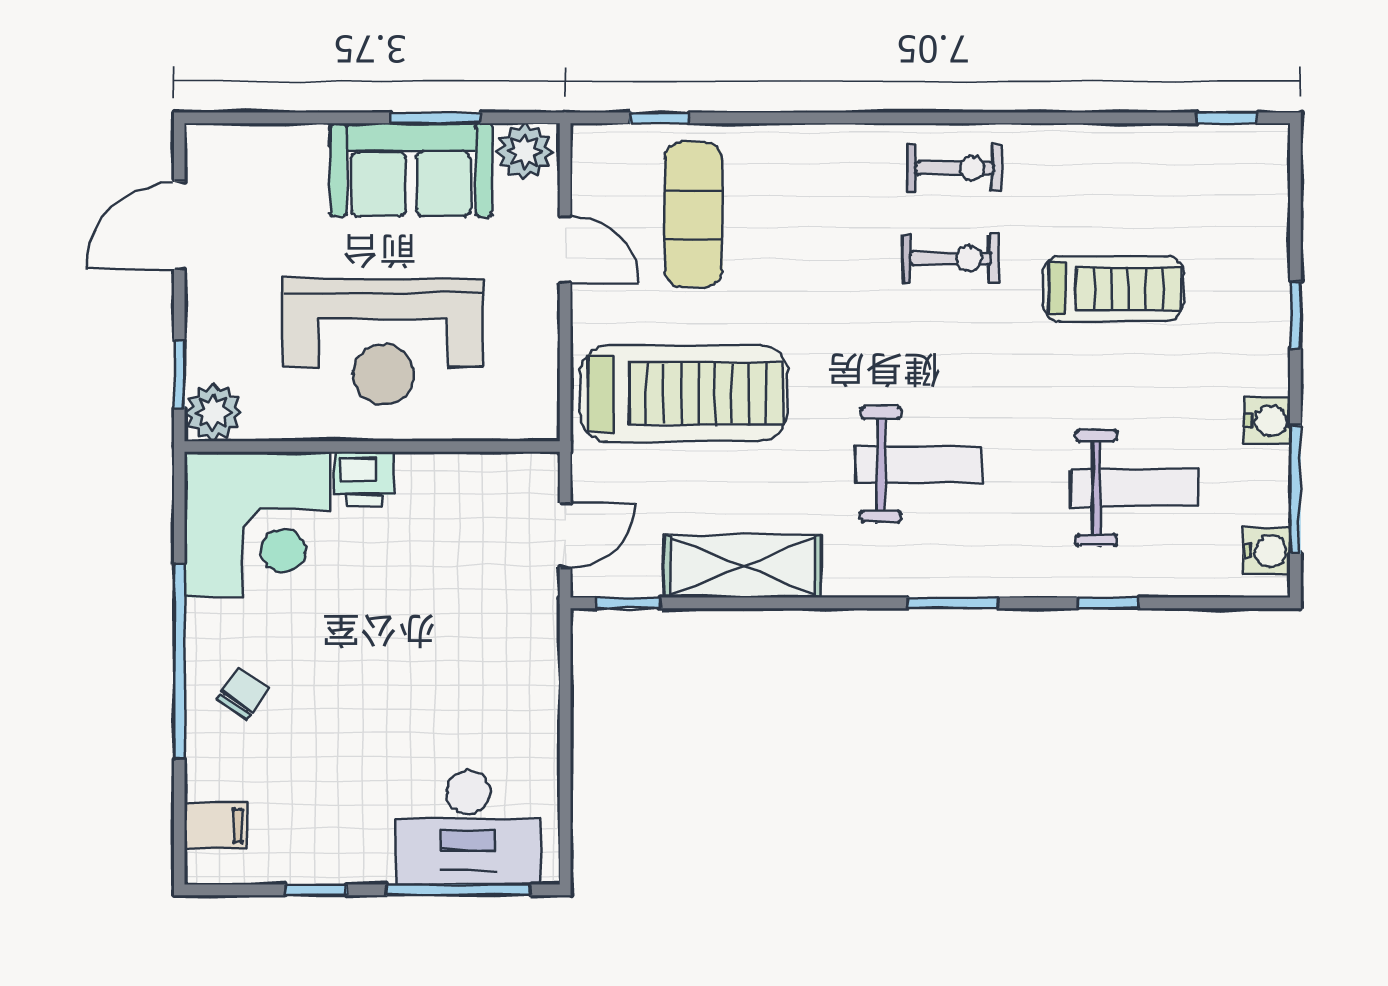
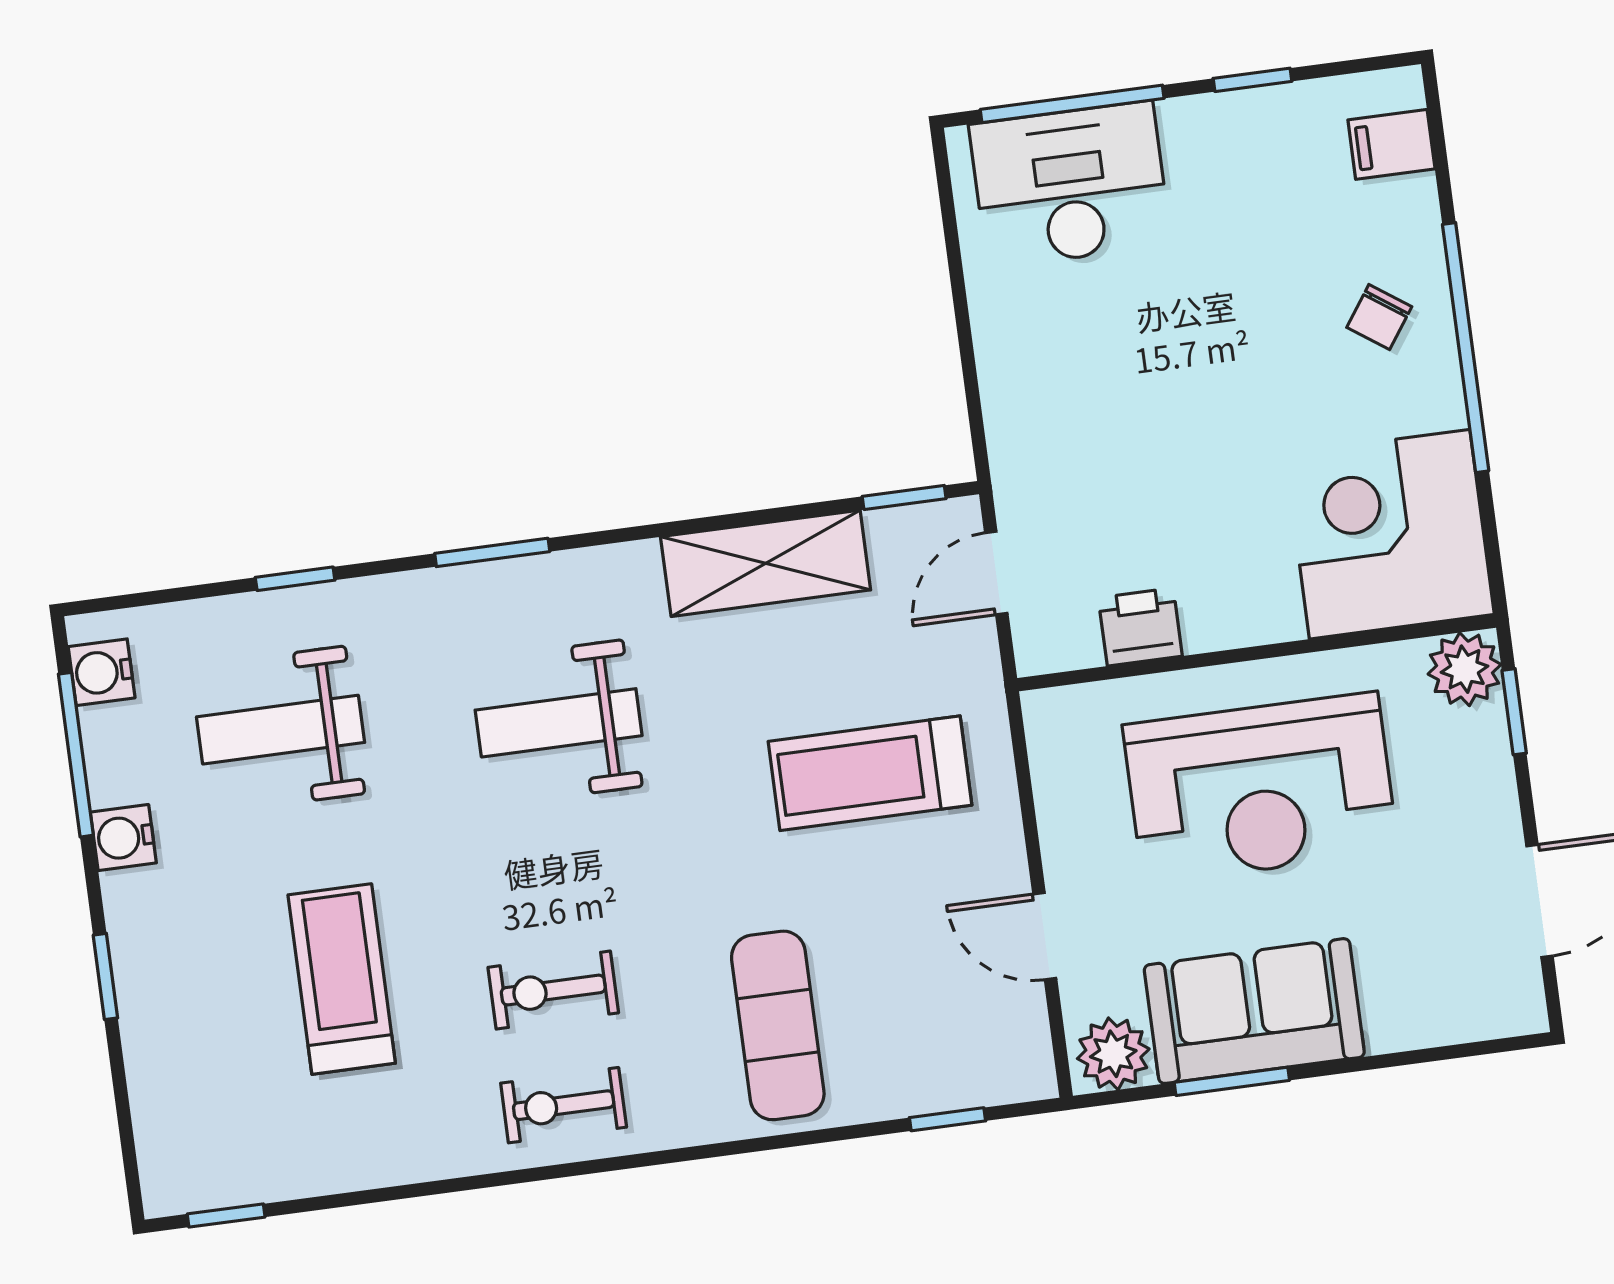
exercise mat: (694, 214) -> (778, 1025), moved
treadmill: (1113, 289) -> (342, 979), turned 90
reception desk: (383, 341) -> (1260, 788), turned 180
treadmill: (683, 393) -> (870, 773), width x0.73, depth x0.73
printer: (364, 479) -> (1140, 627), moved

